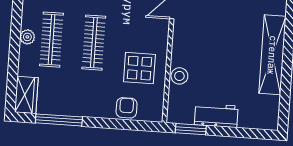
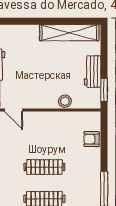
shelving: (272, 55) -> (69, 33), moved
display table: (139, 68) -> (61, 132), removed

